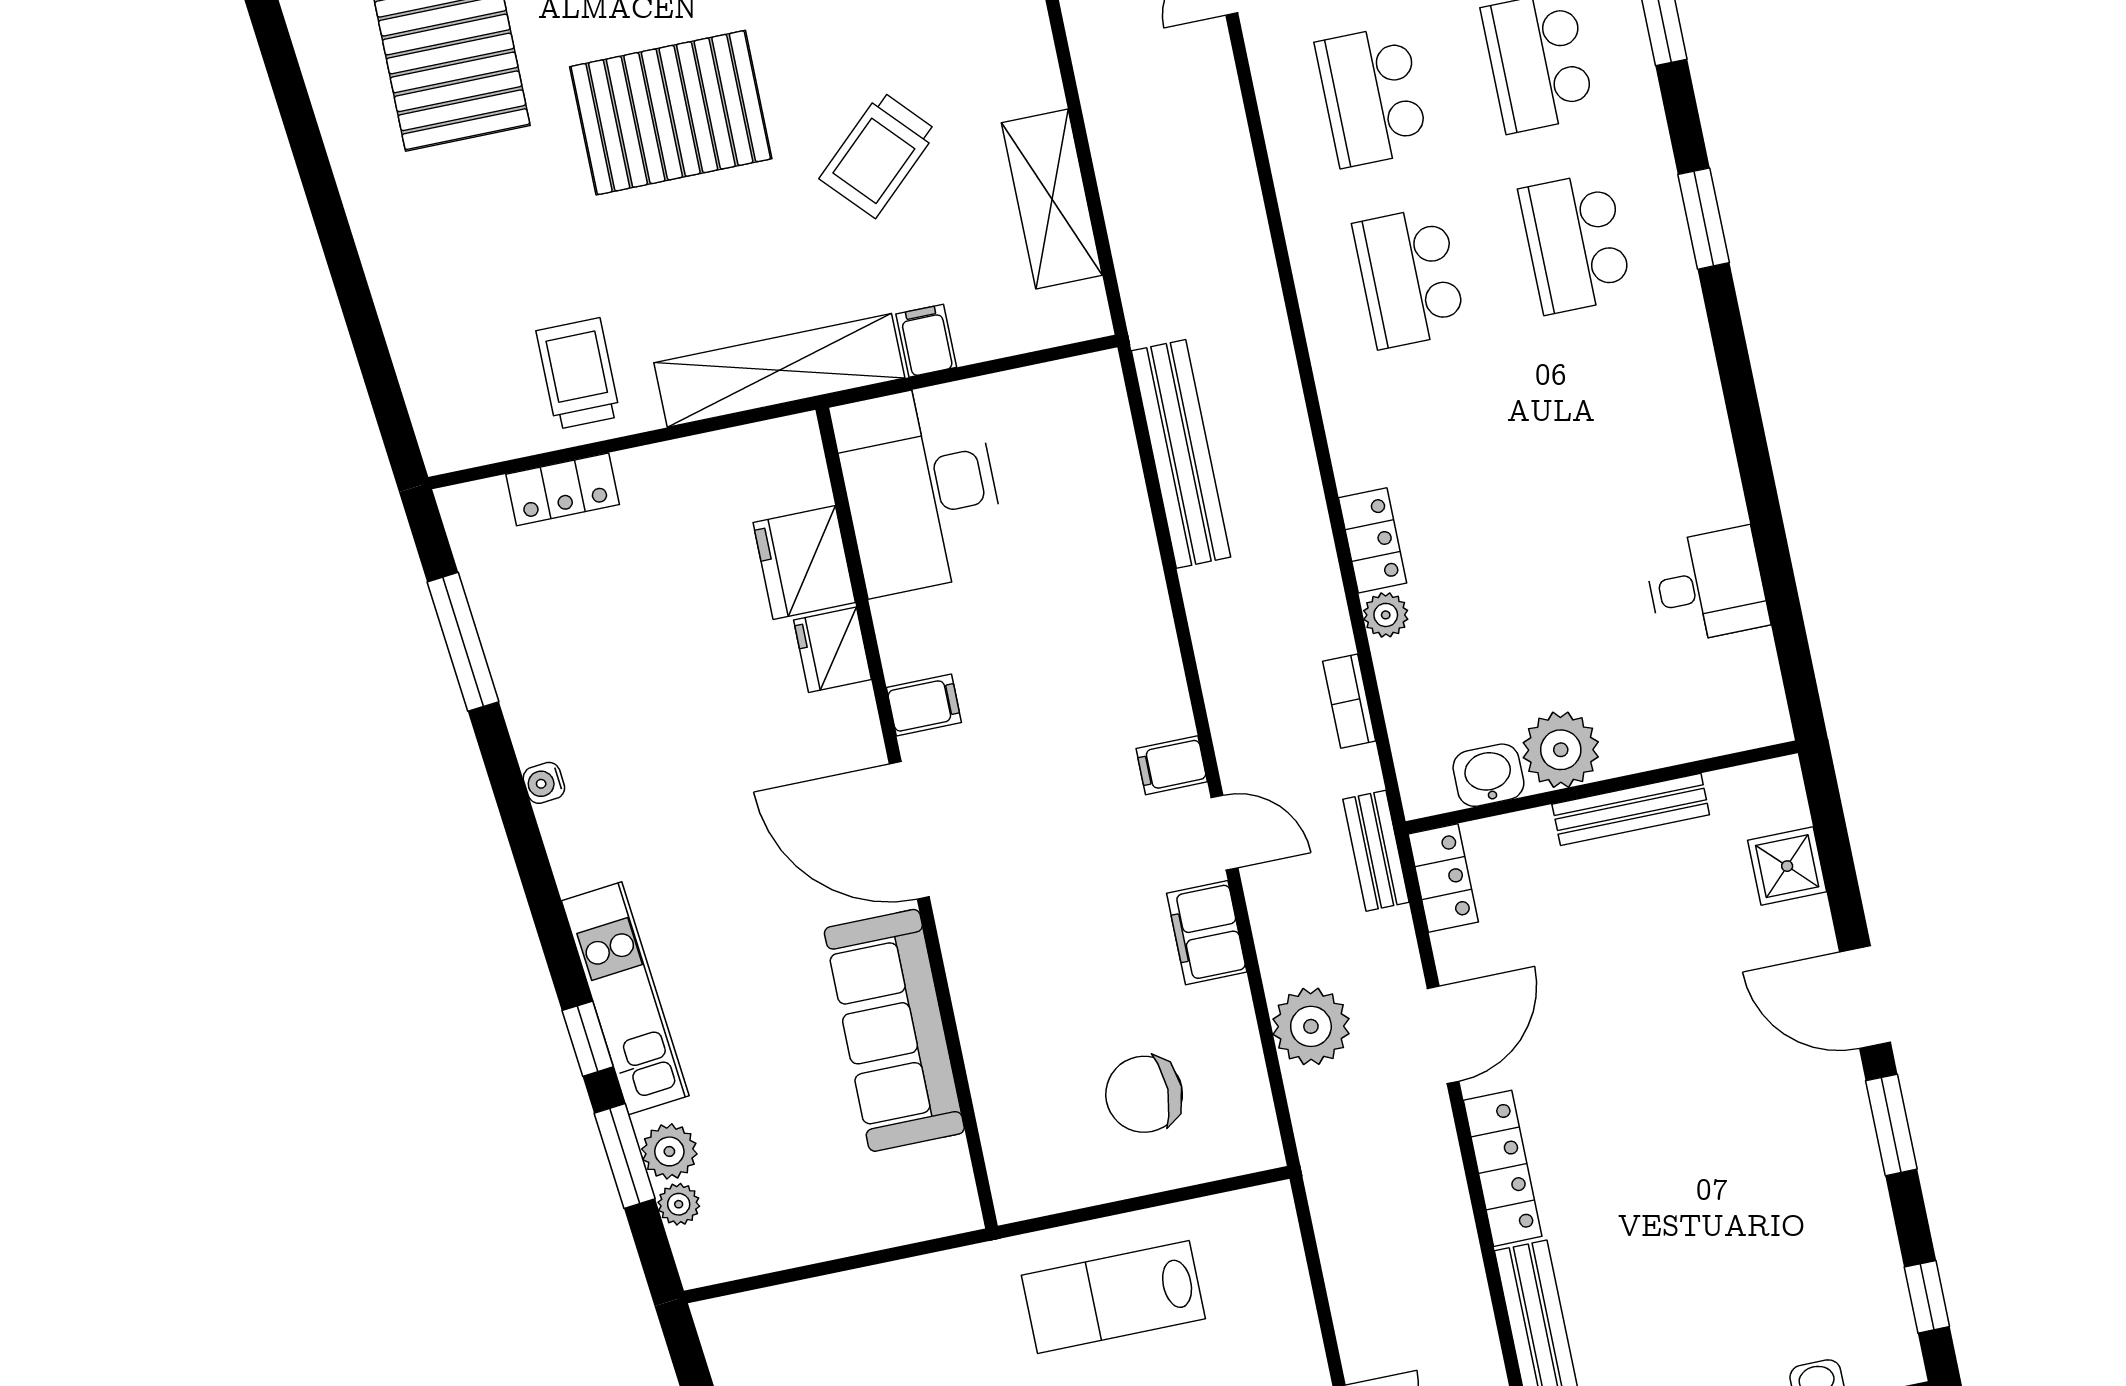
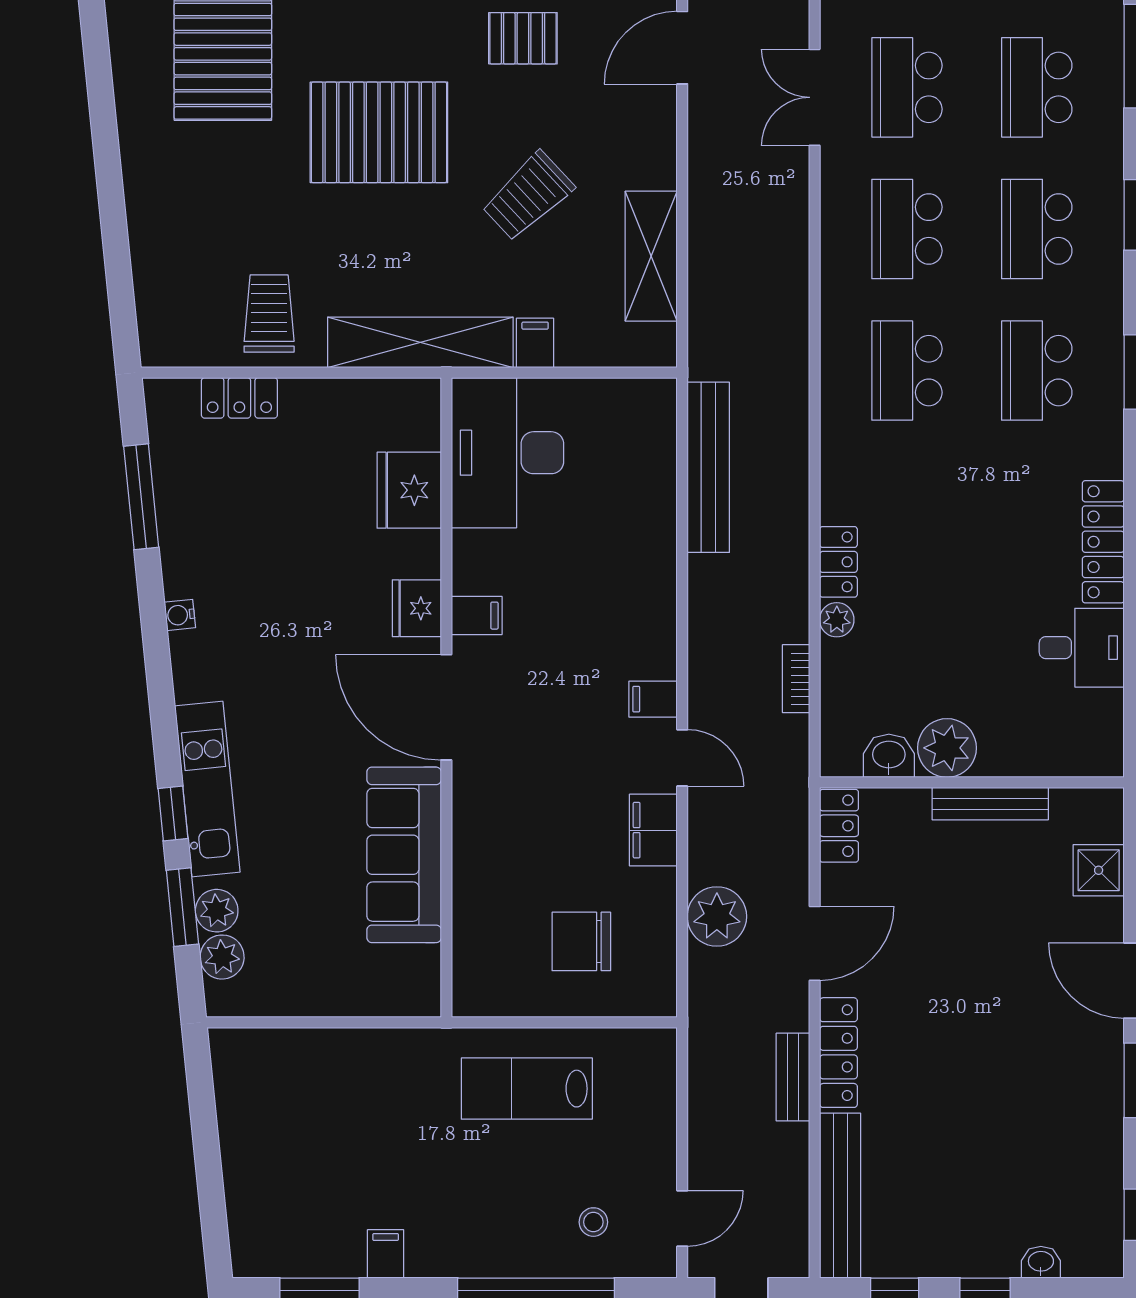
locker: (1706, 445) -> (1103, 542), added
fridge: (833, 650) -> (417, 608), moved
bench: (1376, 851) -> (793, 1077), moved
plant: (679, 1204) -> (222, 957), width x1.38, depth x1.38

